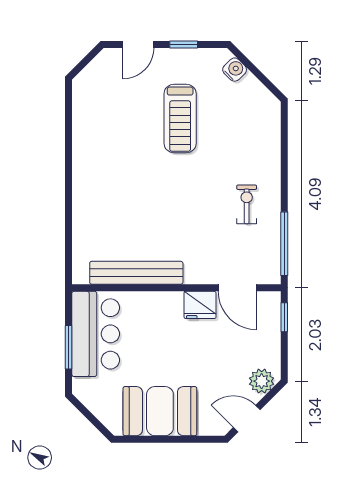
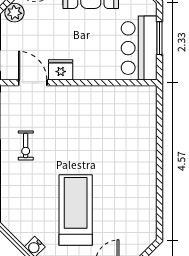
treadmill: (180, 118) -> (76, 210), width x1.37, depth x1.38
bench: (136, 273) -> (109, 94), removed

